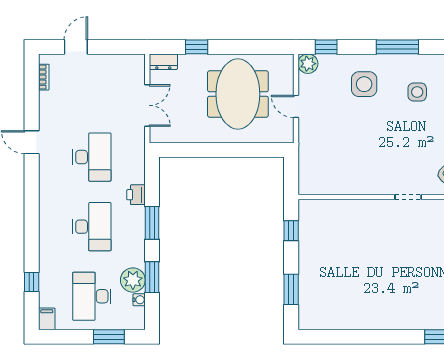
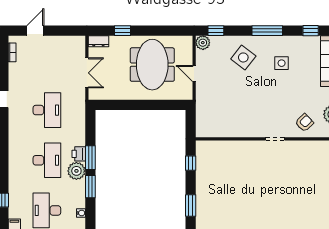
side table: (364, 84) -> (243, 57), turned 38
printer: (136, 195) -> (79, 154), moved
window: (152, 277) -> (90, 187), moved
plant: (133, 280) -> (76, 171), moved

